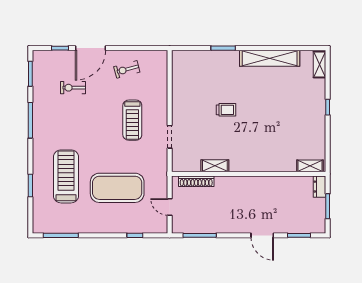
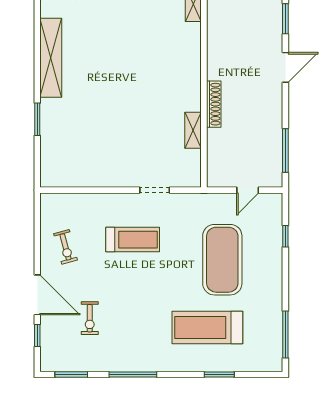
trolley: (226, 110) -> (119, 115), removed
shoe rack: (196, 181) -> (214, 104), moved

